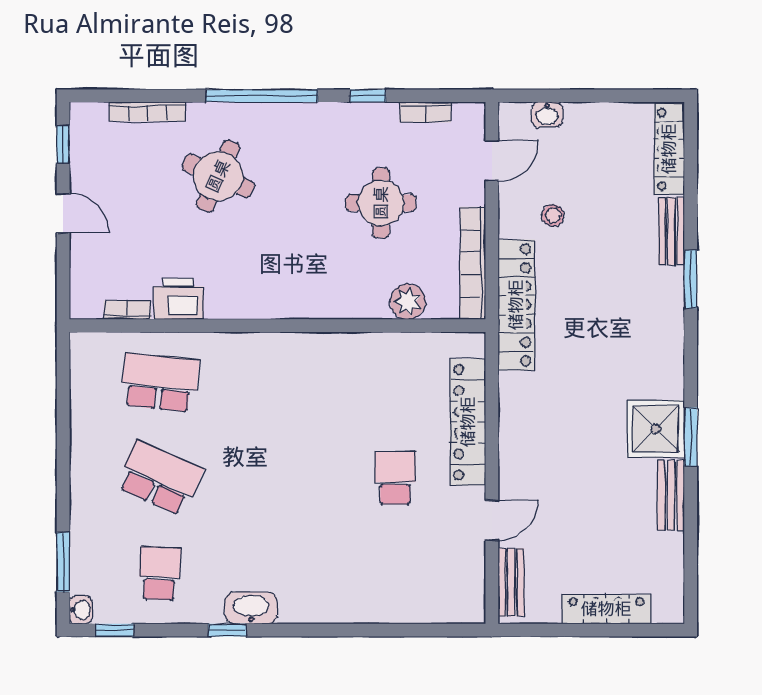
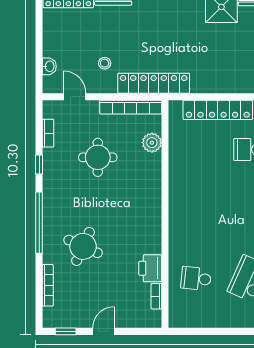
school desk: (160, 382) -> (196, 278), width x0.54

